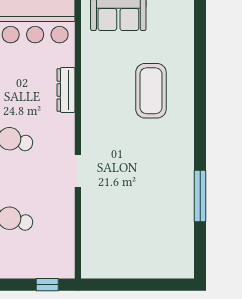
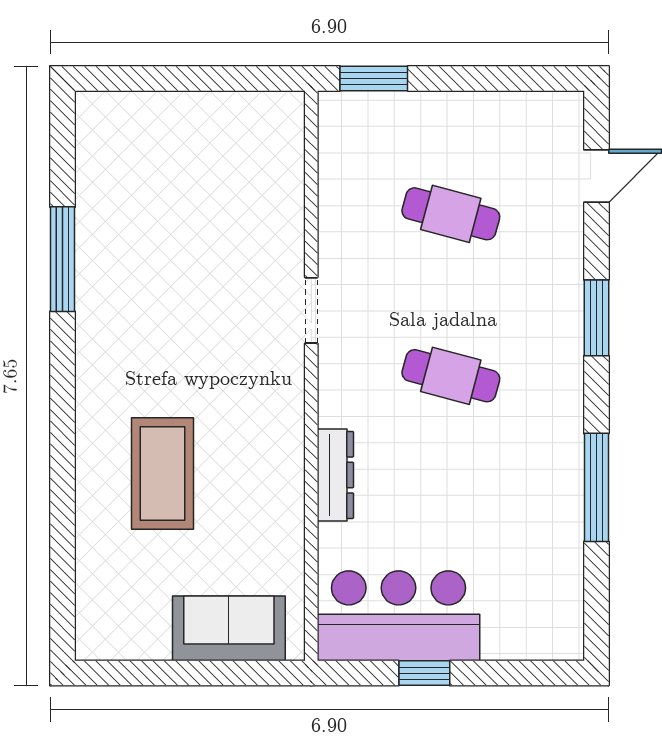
window: (47, 285) -> (374, 78), width x1.50

